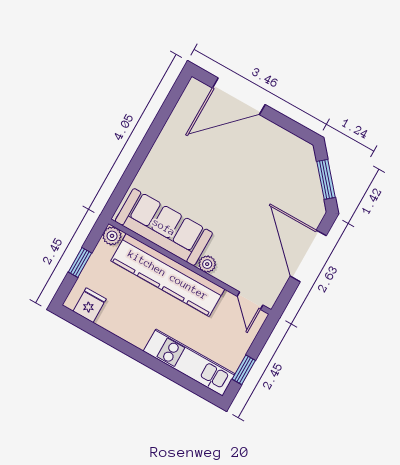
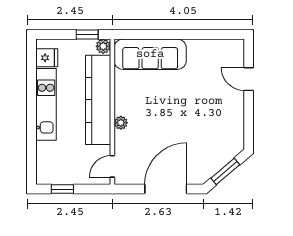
door: (239, 96) -> (249, 79), width x0.53
sofa: (164, 227) -> (150, 54), moved, turned 90
window: (80, 262) -> (87, 35), moved
kitchen unit: (189, 362) -> (46, 104), moved

